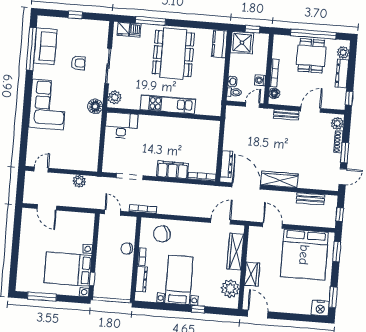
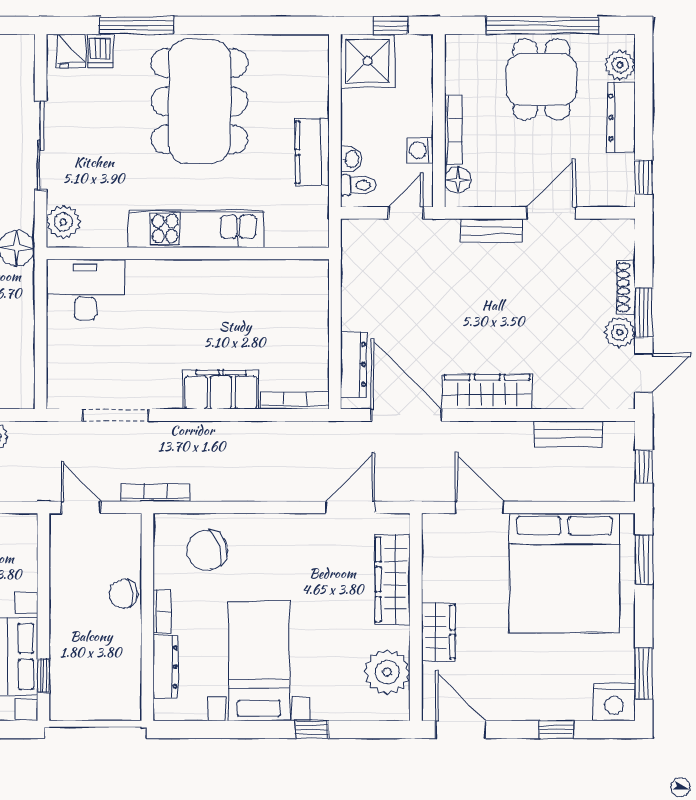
kitchen counter: (220, 44) -> (312, 152), moved
plant: (337, 123) -> (620, 332), moved
window: (296, 317) -> (556, 730), added

